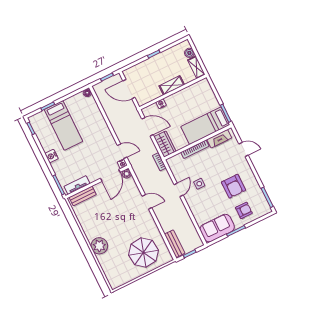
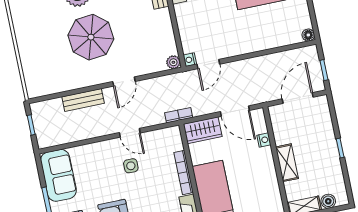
door: (147, 127) -> (235, 111), hinge flipped
door: (110, 175) -> (177, 38), removed
bench: (175, 244) -> (83, 100), moved
parasol: (143, 253) -> (91, 37), moved

